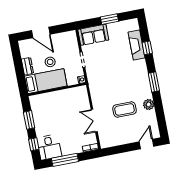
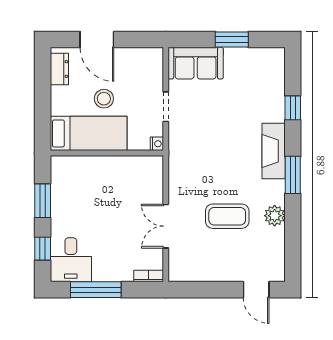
fireplace: (136, 45) -> (274, 151), moved
dresser: (27, 66) -> (59, 69), moved
door: (147, 144) -> (256, 290), swing flipped

